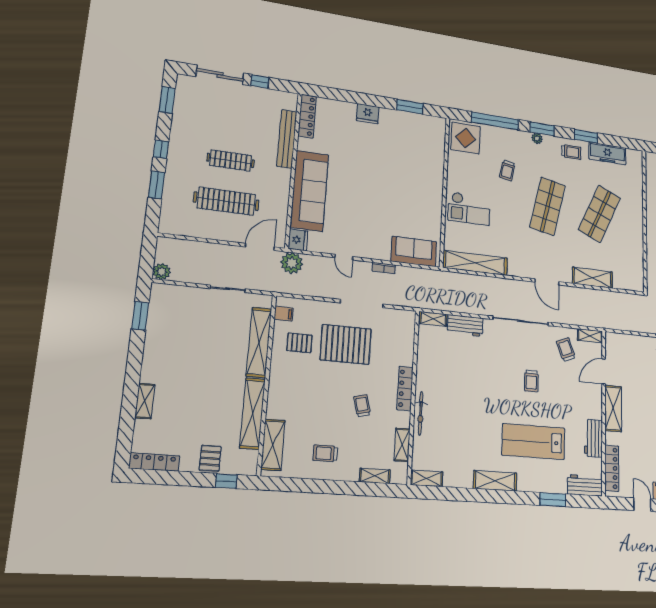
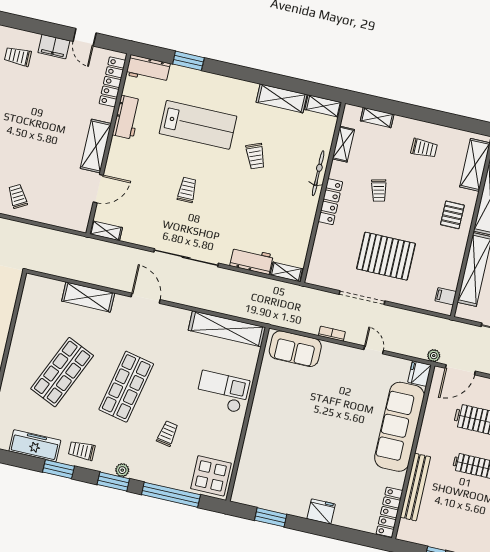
plant: (292, 263) -> (434, 356), width x0.53, depth x0.53
pallet: (299, 343) -> (452, 215), moved, turned 90
trolley: (566, 350) -> (255, 156), moved
shelving: (495, 481) -> (282, 98), moved

